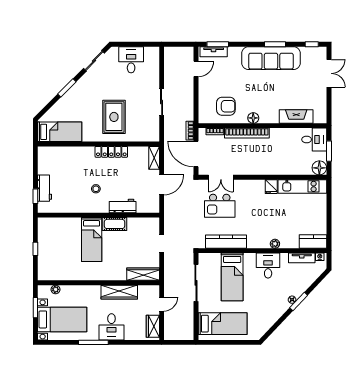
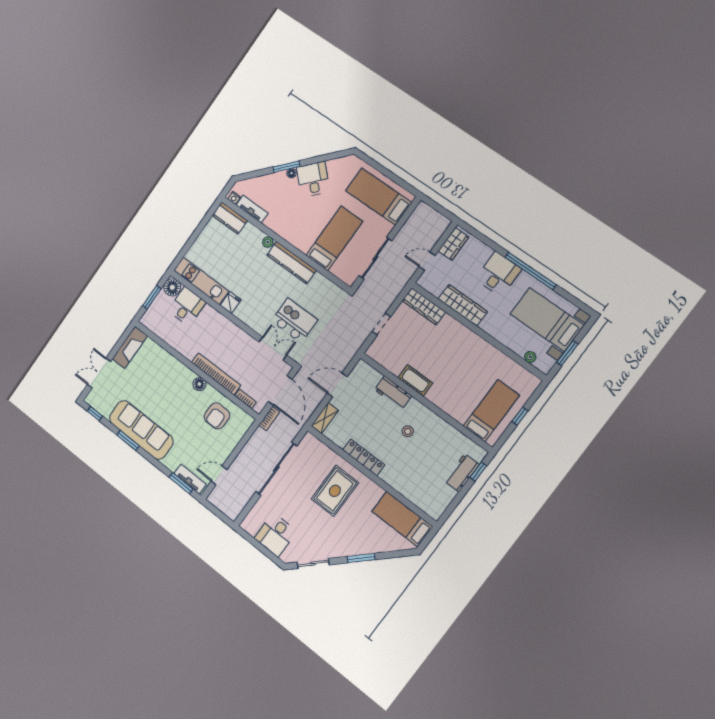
sliding door: (162, 102) -> (276, 469), width x1.86
armchair: (226, 106) -> (217, 416), turned -90
fireplace: (296, 116) -> (130, 347), moved, turned -90
desk: (314, 139) -> (187, 306), moved, turned 90
bed: (92, 239) -> (491, 411), moved
kitchen counter: (226, 242) -> (292, 263), moved
desk: (268, 266) -> (313, 179), moved, turned 133
window: (93, 342) -> (531, 271), width x1.46

